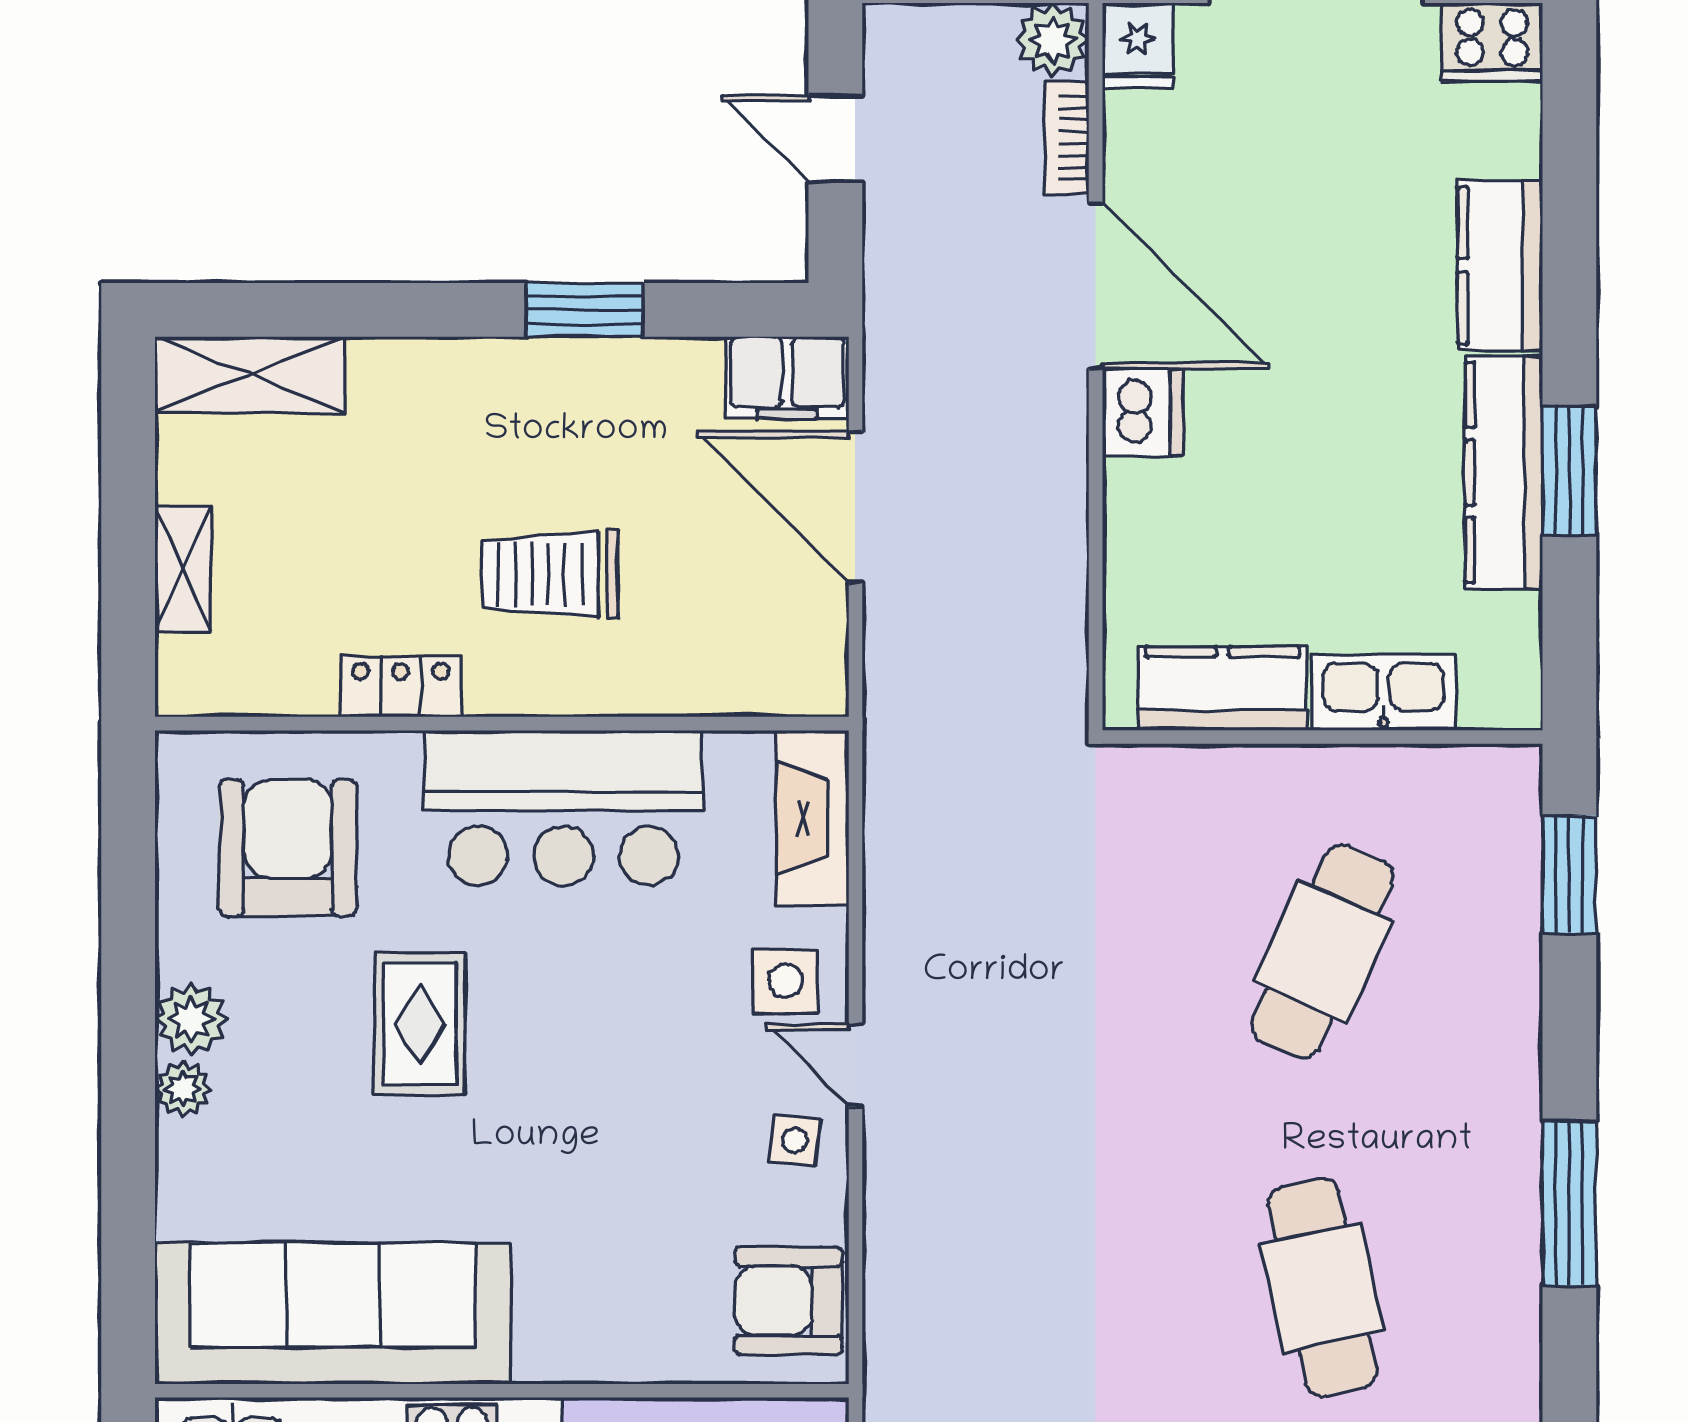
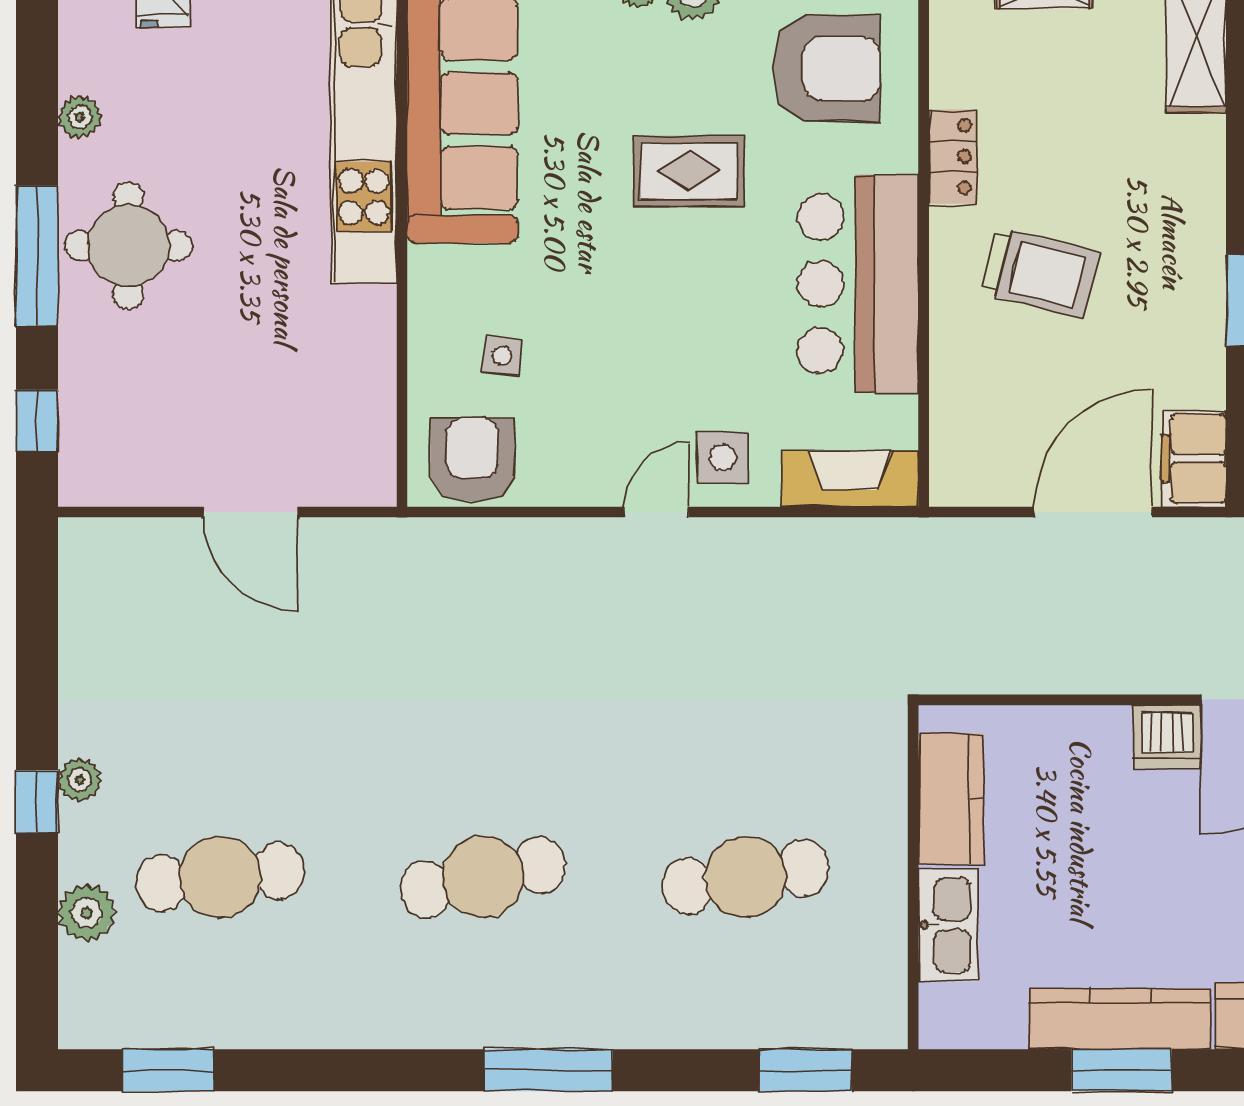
trolley: (550, 574) -> (1040, 273), turned 104
cafe table: (1322, 951) -> (745, 877), turned -33
side table: (795, 1140) -> (502, 356), moved

